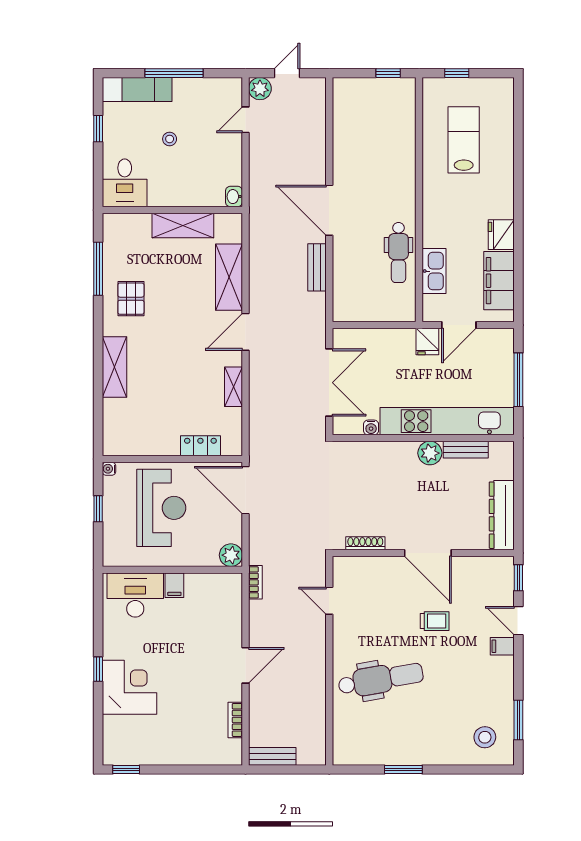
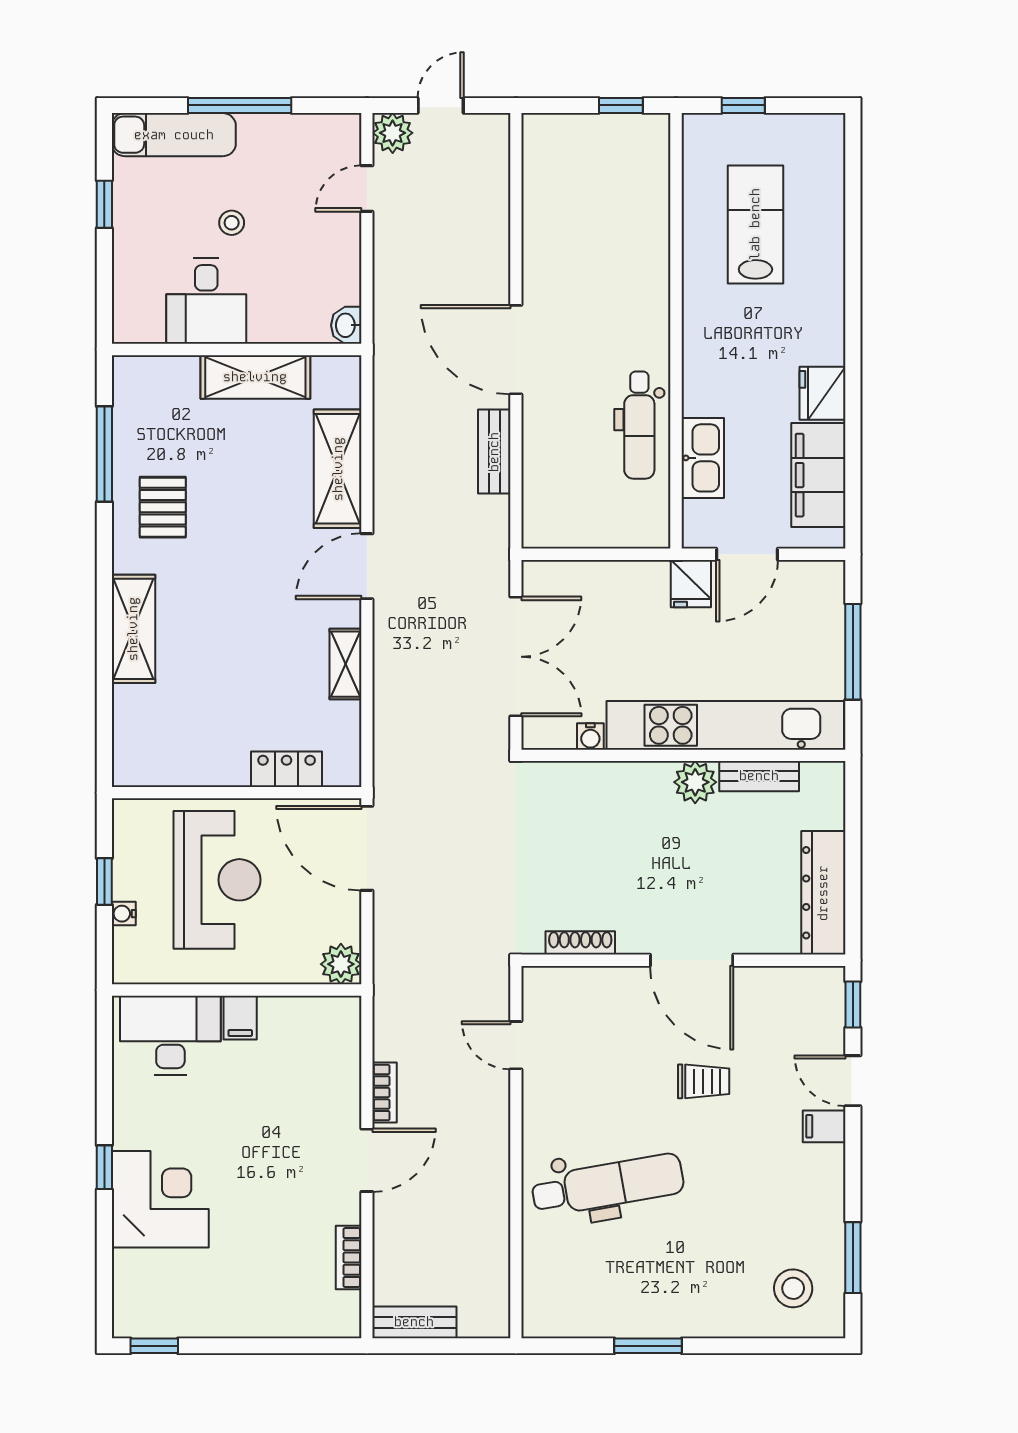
desk: (125, 183) -> (206, 301), moved
water cooler: (109, 469) -> (124, 914), moved
bookcase: (255, 582) -> (385, 1093), moved

